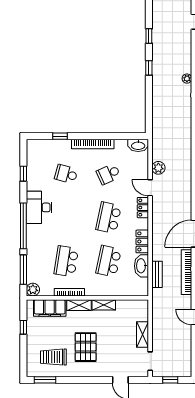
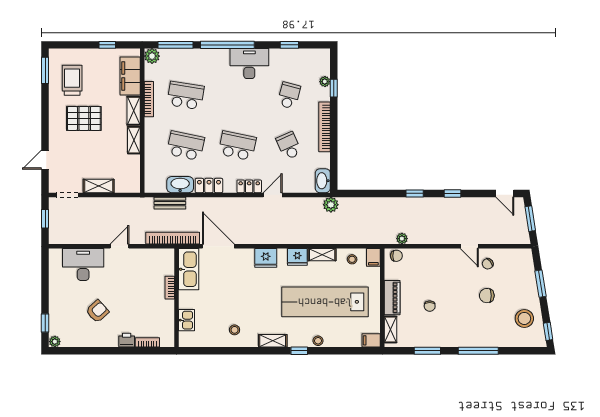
plant: (54, 144) -> (325, 82), added
plant: (158, 168) -> (331, 205), moved

